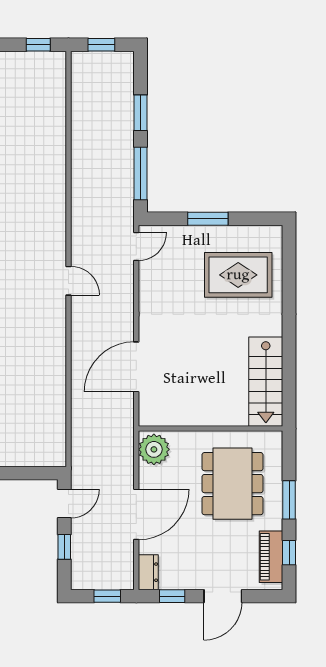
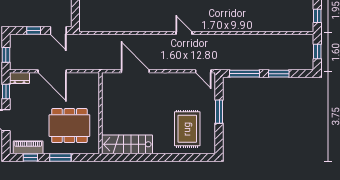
door: (69, 281) -> (184, 33), swing flipped
plant: (154, 449) -> (89, 81), removed

